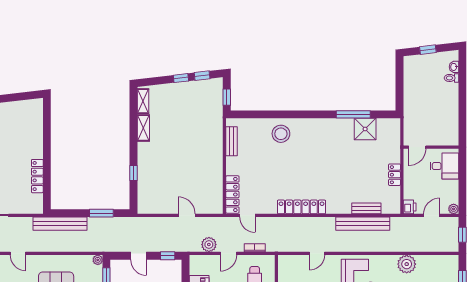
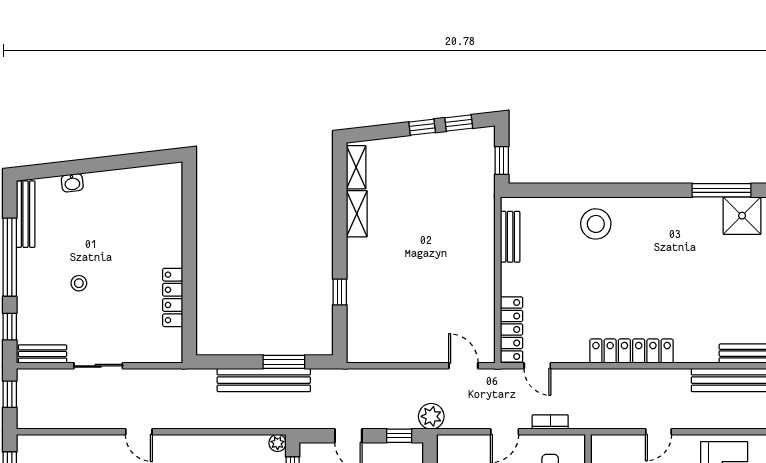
door: (187, 215) -> (463, 366), moved
bench: (60, 224) -> (264, 380), moved
plant: (209, 245) -> (431, 416), moved

